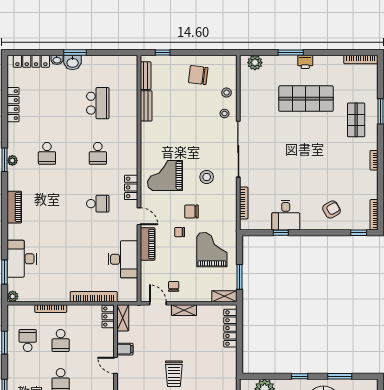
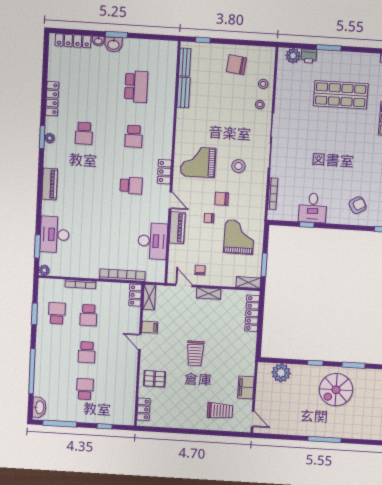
printer: (305, 62) -> (309, 56), moved
locker: (13, 105) -> (52, 99), moved

